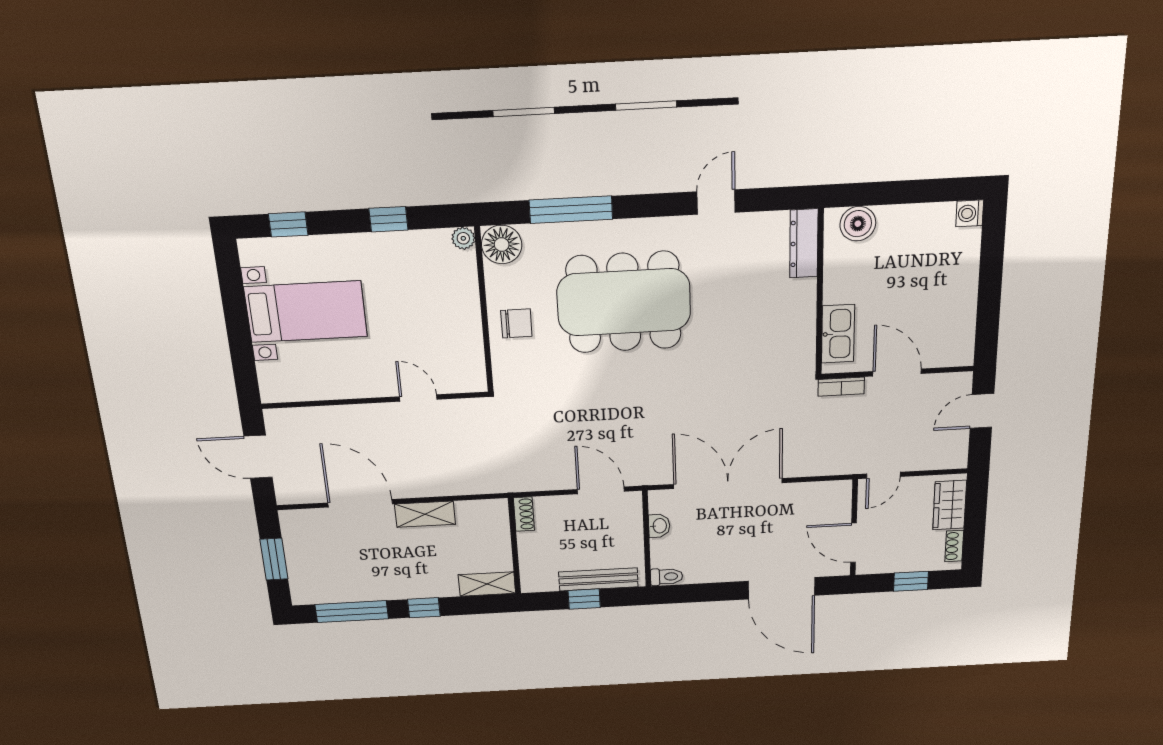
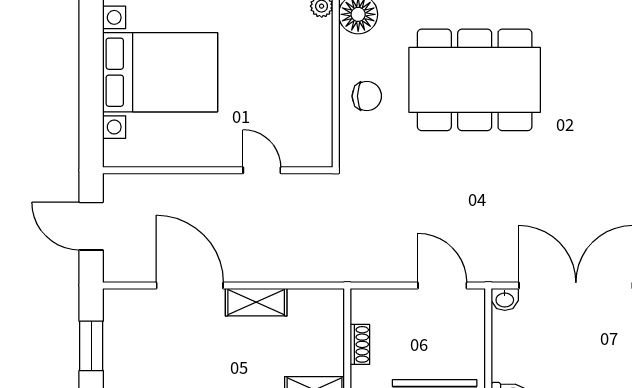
bed with nightstands: (306, 312) -> (160, 72), width x1.36
shoe rack: (524, 514) -> (360, 344), moved
washbasin: (659, 526) -> (505, 299), moved, turned 90

